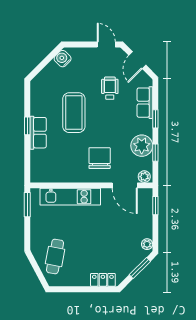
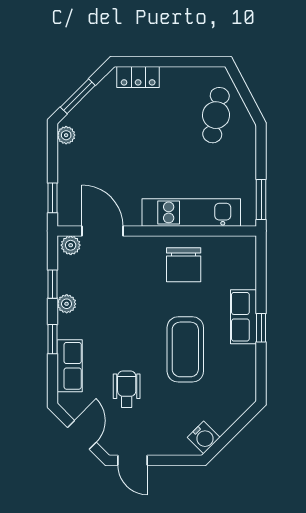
wheelchair: (110, 88) -> (127, 389), turned 180
plant: (142, 146) -> (67, 304), width x0.53, depth x0.53
chair: (100, 158) -> (184, 265), moved

